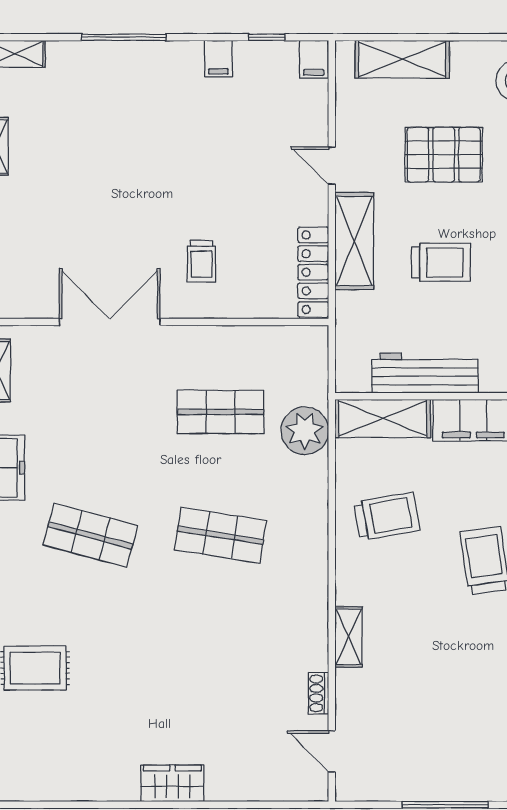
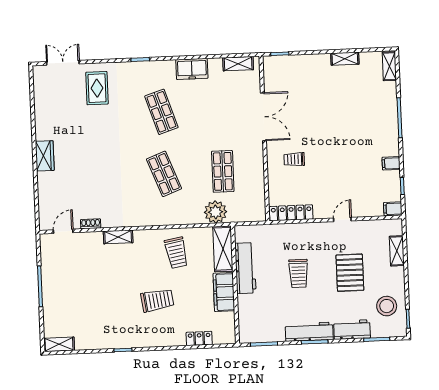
shelving: (402, 59) -> (397, 251), width x0.67, depth x0.75
shelving: (354, 241) -> (307, 232), removed
shop shelf: (90, 535) -> (161, 112), turned -33
shop shelf: (220, 535) -> (164, 174), turned -30

